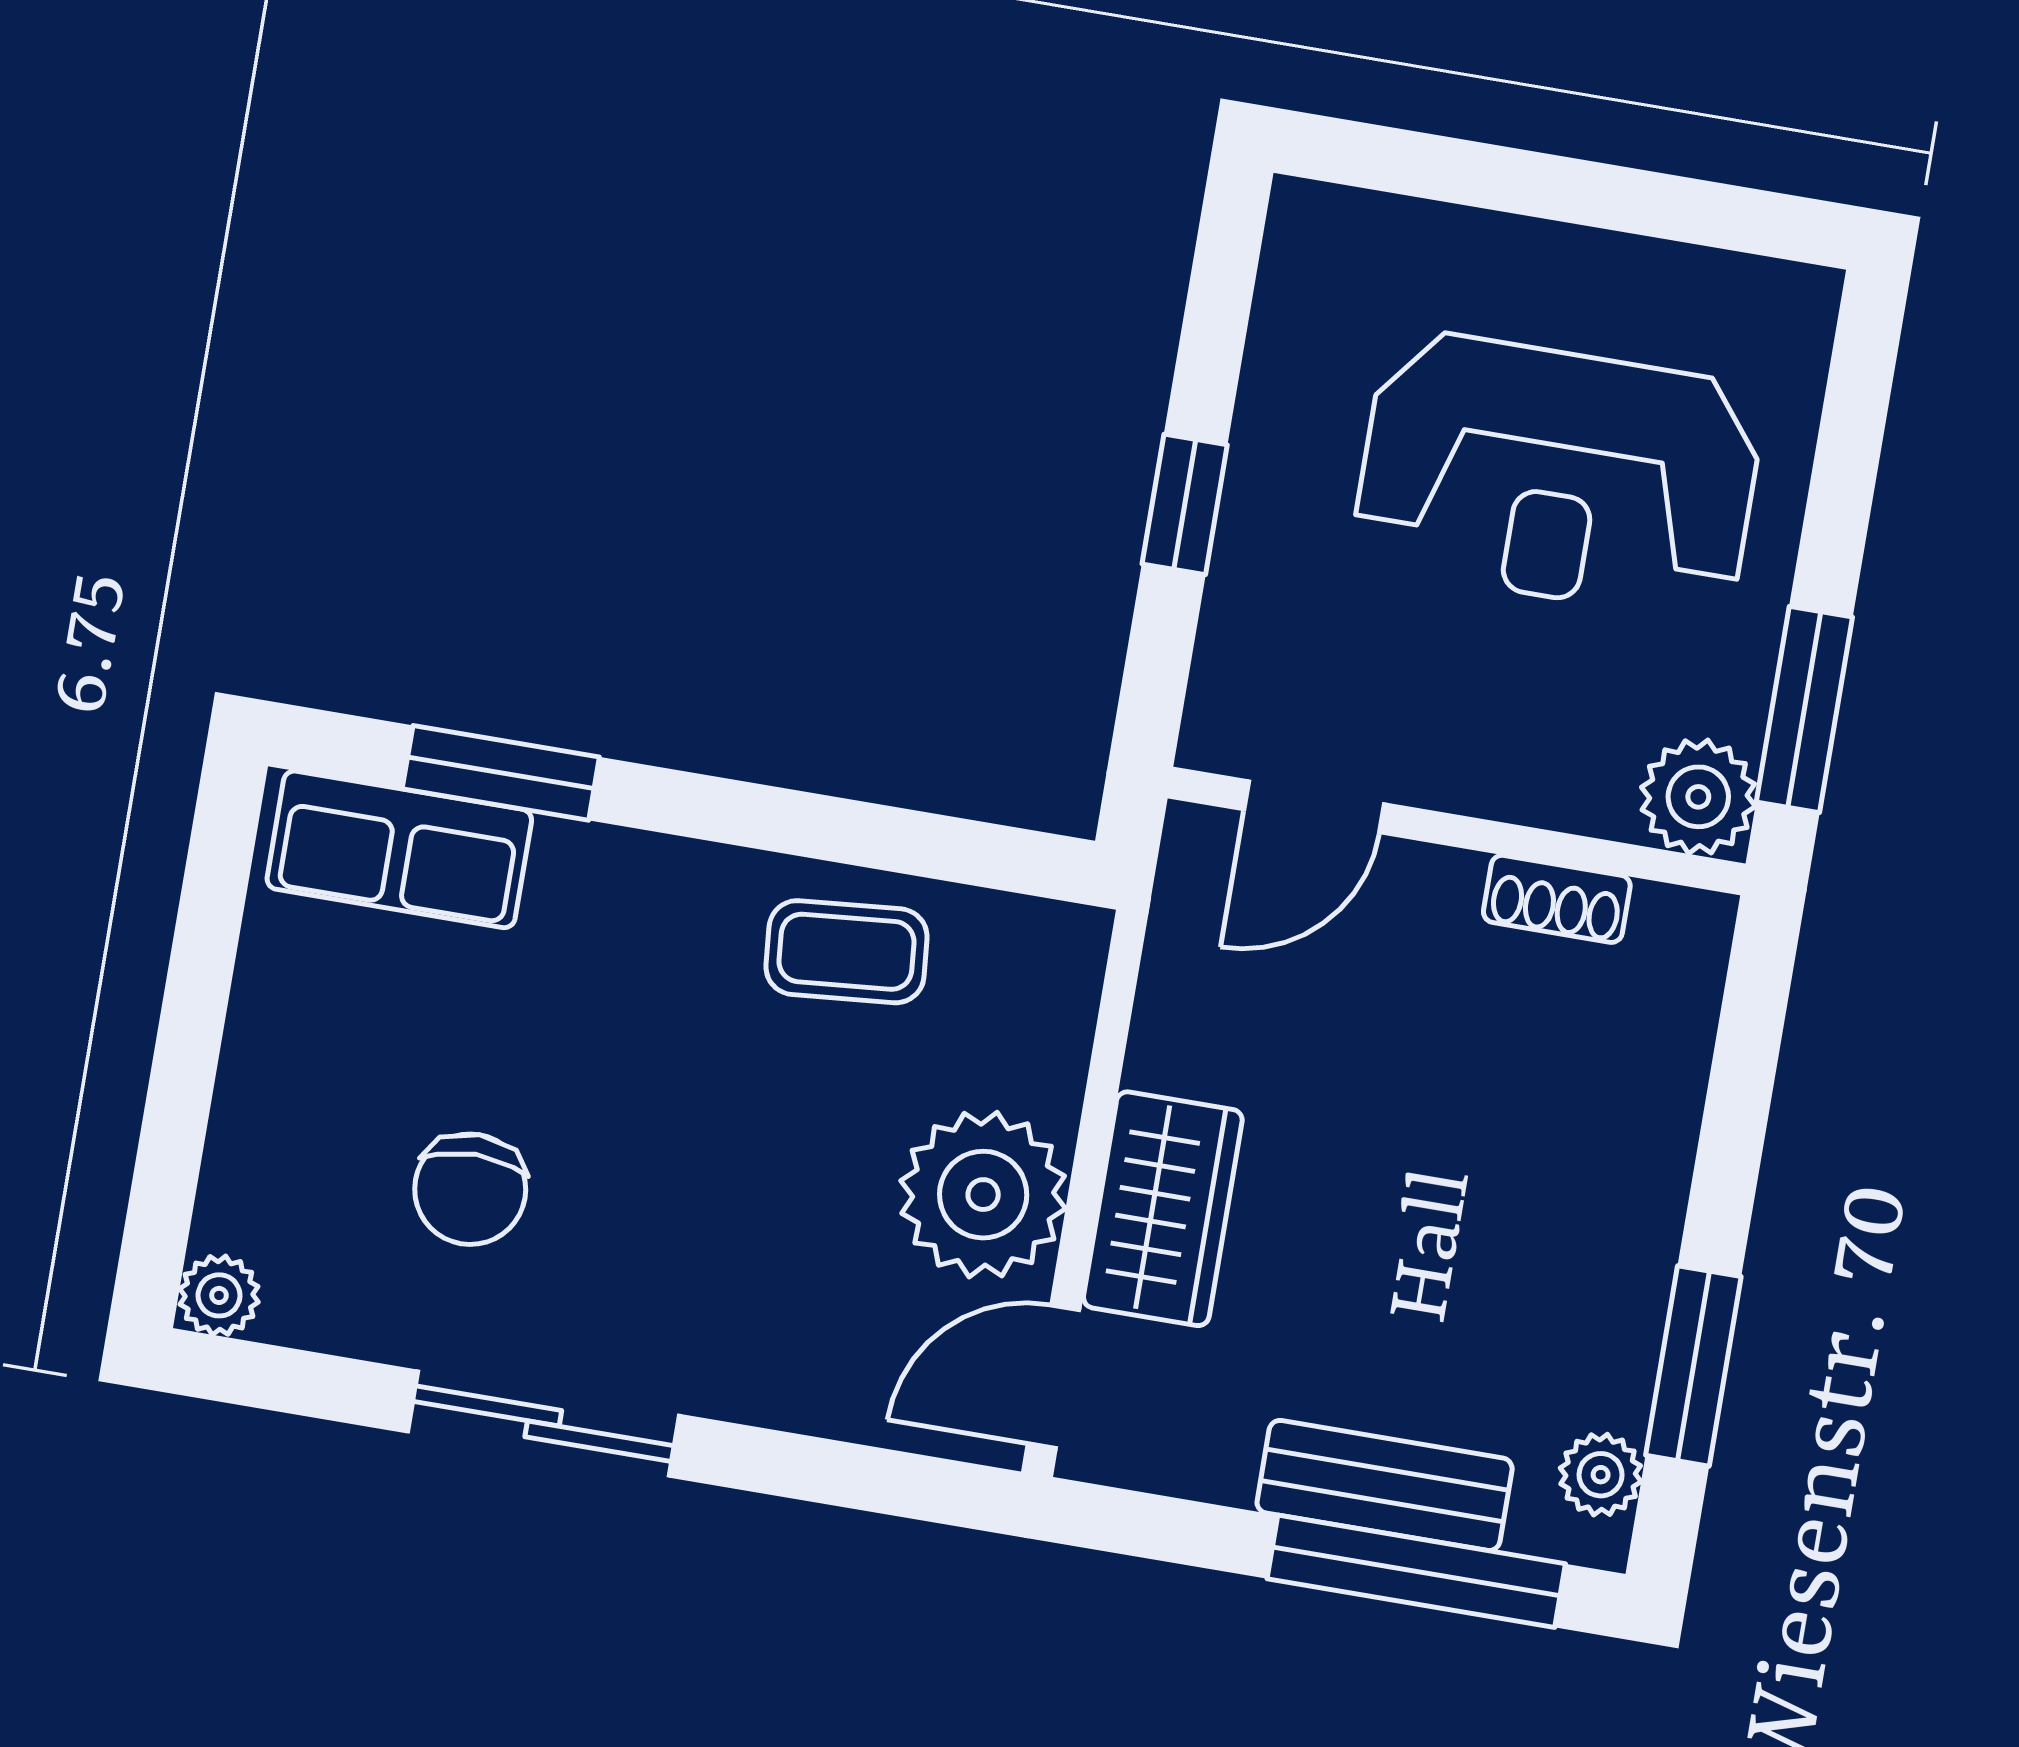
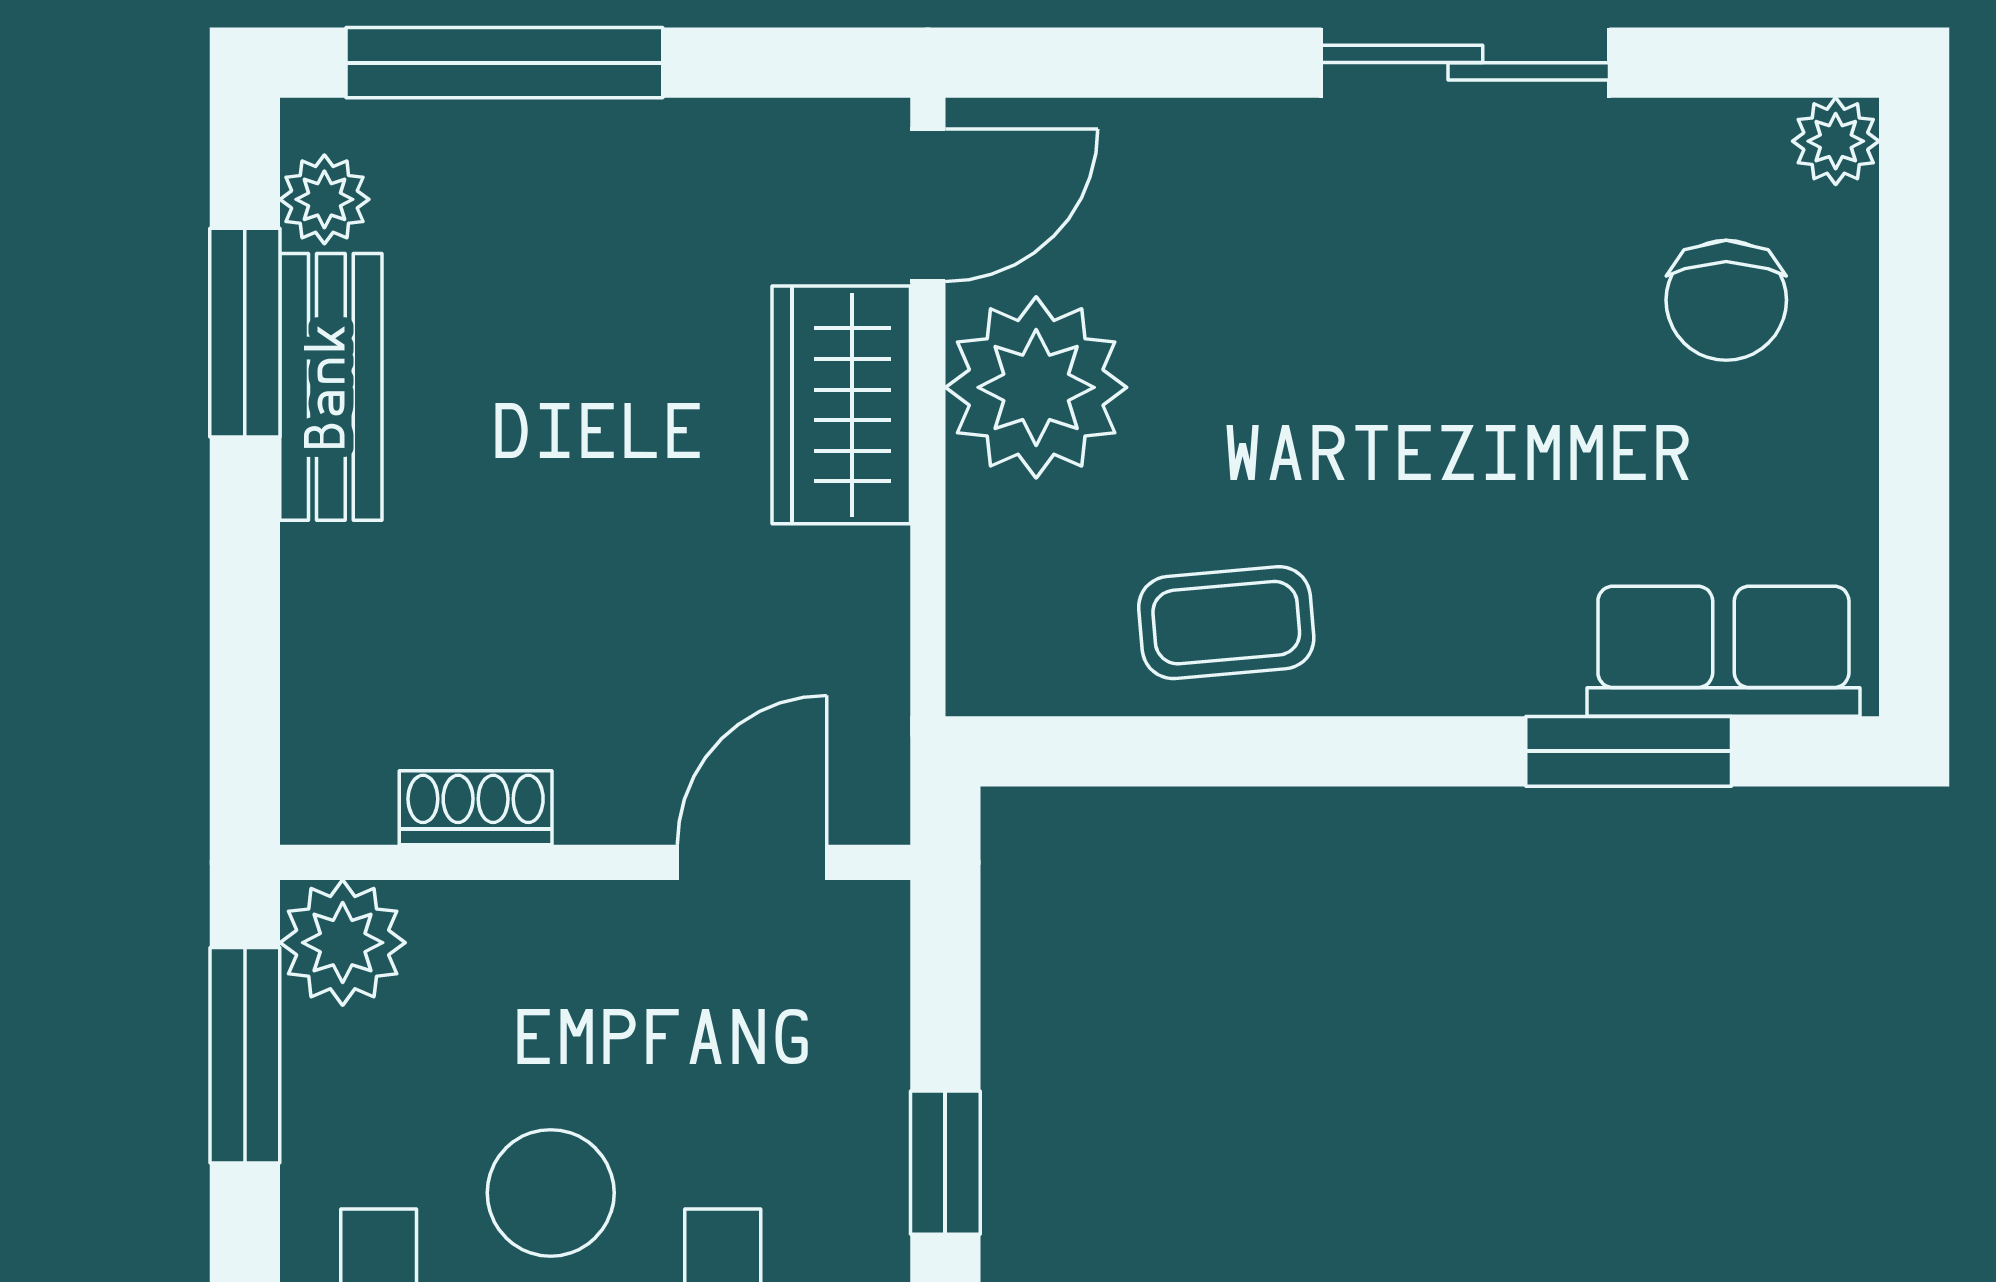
chair: (470, 1189) -> (1726, 300), moved, turned 180
bench: (1385, 1485) -> (331, 387), moved, turned 90

